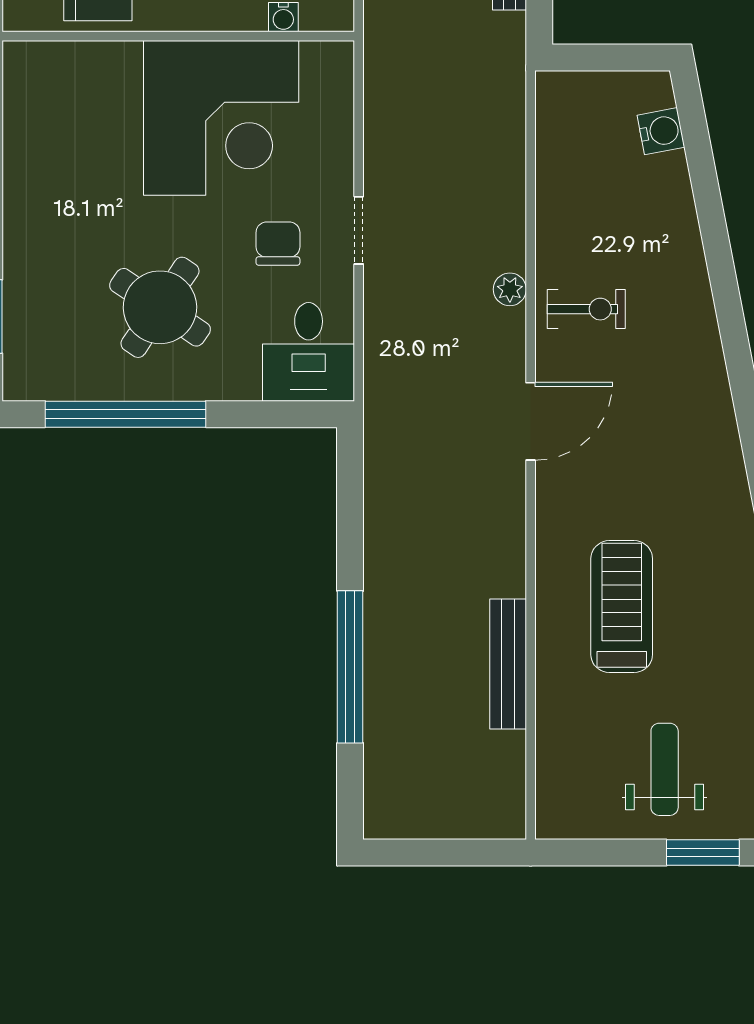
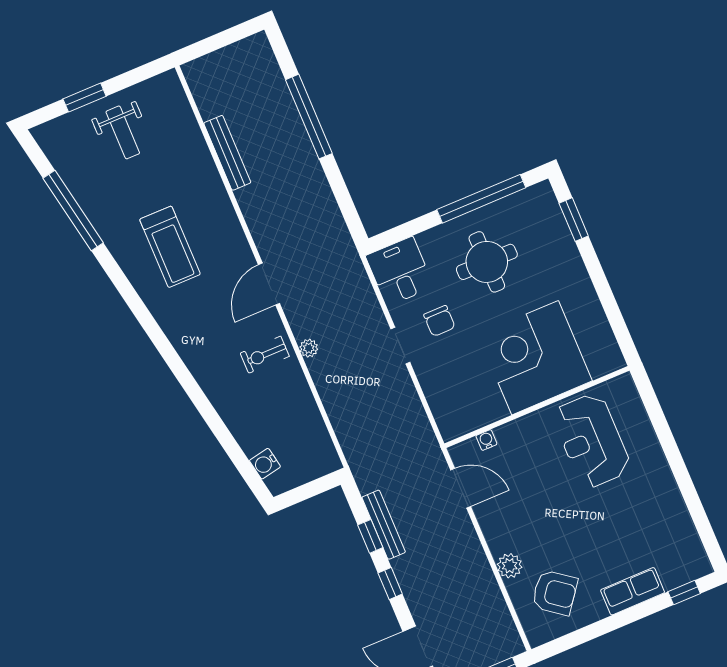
corner desk: (221, 118) -> (535, 358), moved
round table: (160, 307) -> (487, 262), turned -34
treadmill: (622, 607) -> (170, 247), moved

